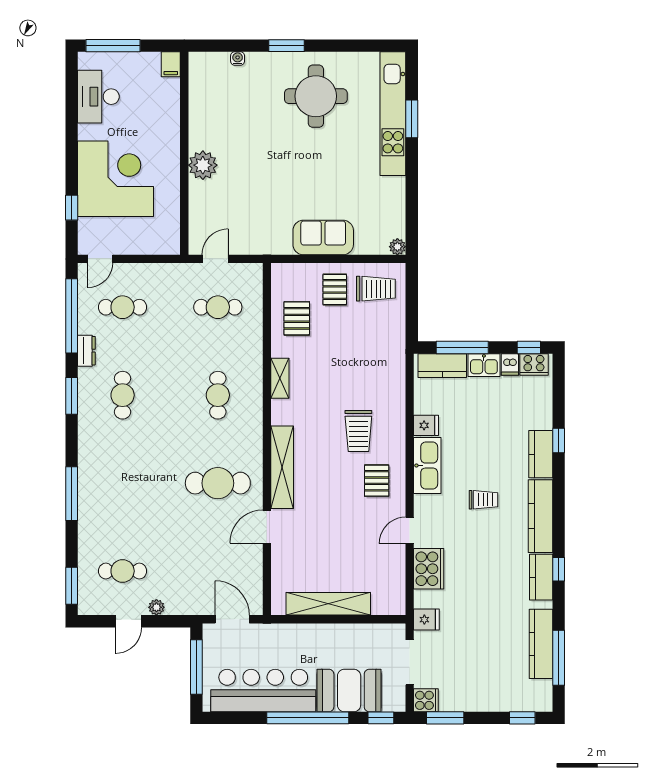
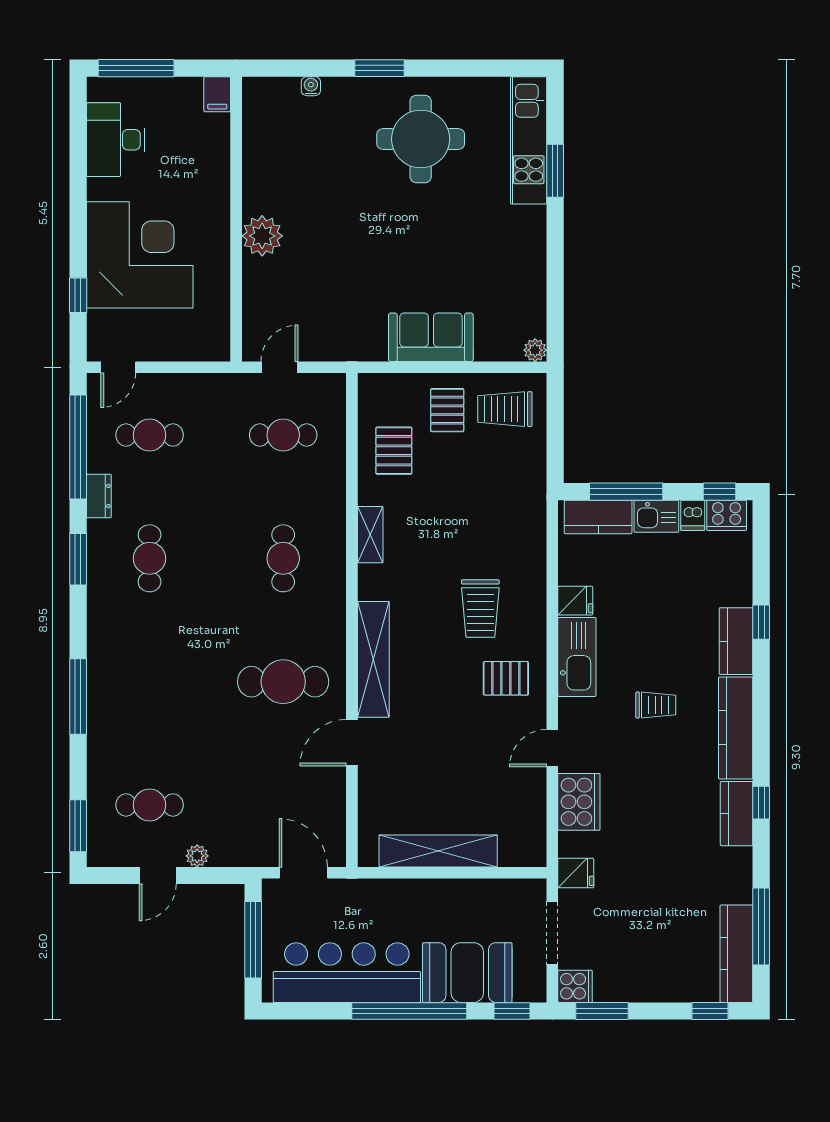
kitchen unit: (393, 114) -> (529, 140), width x0.73
trolley: (376, 289) -> (505, 409), turned 180
pallet: (377, 481) -> (506, 678), turned 90
kitchen counter: (541, 644) -> (736, 954), moved

